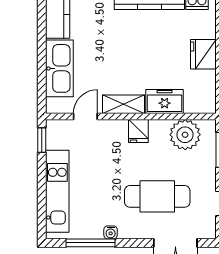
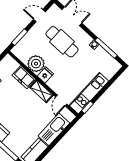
door: (85, 117) -> (61, 101), hinge flipped
plant: (185, 135) -> (36, 64), moved
kitchen unit: (57, 191) -> (89, 93), moved

